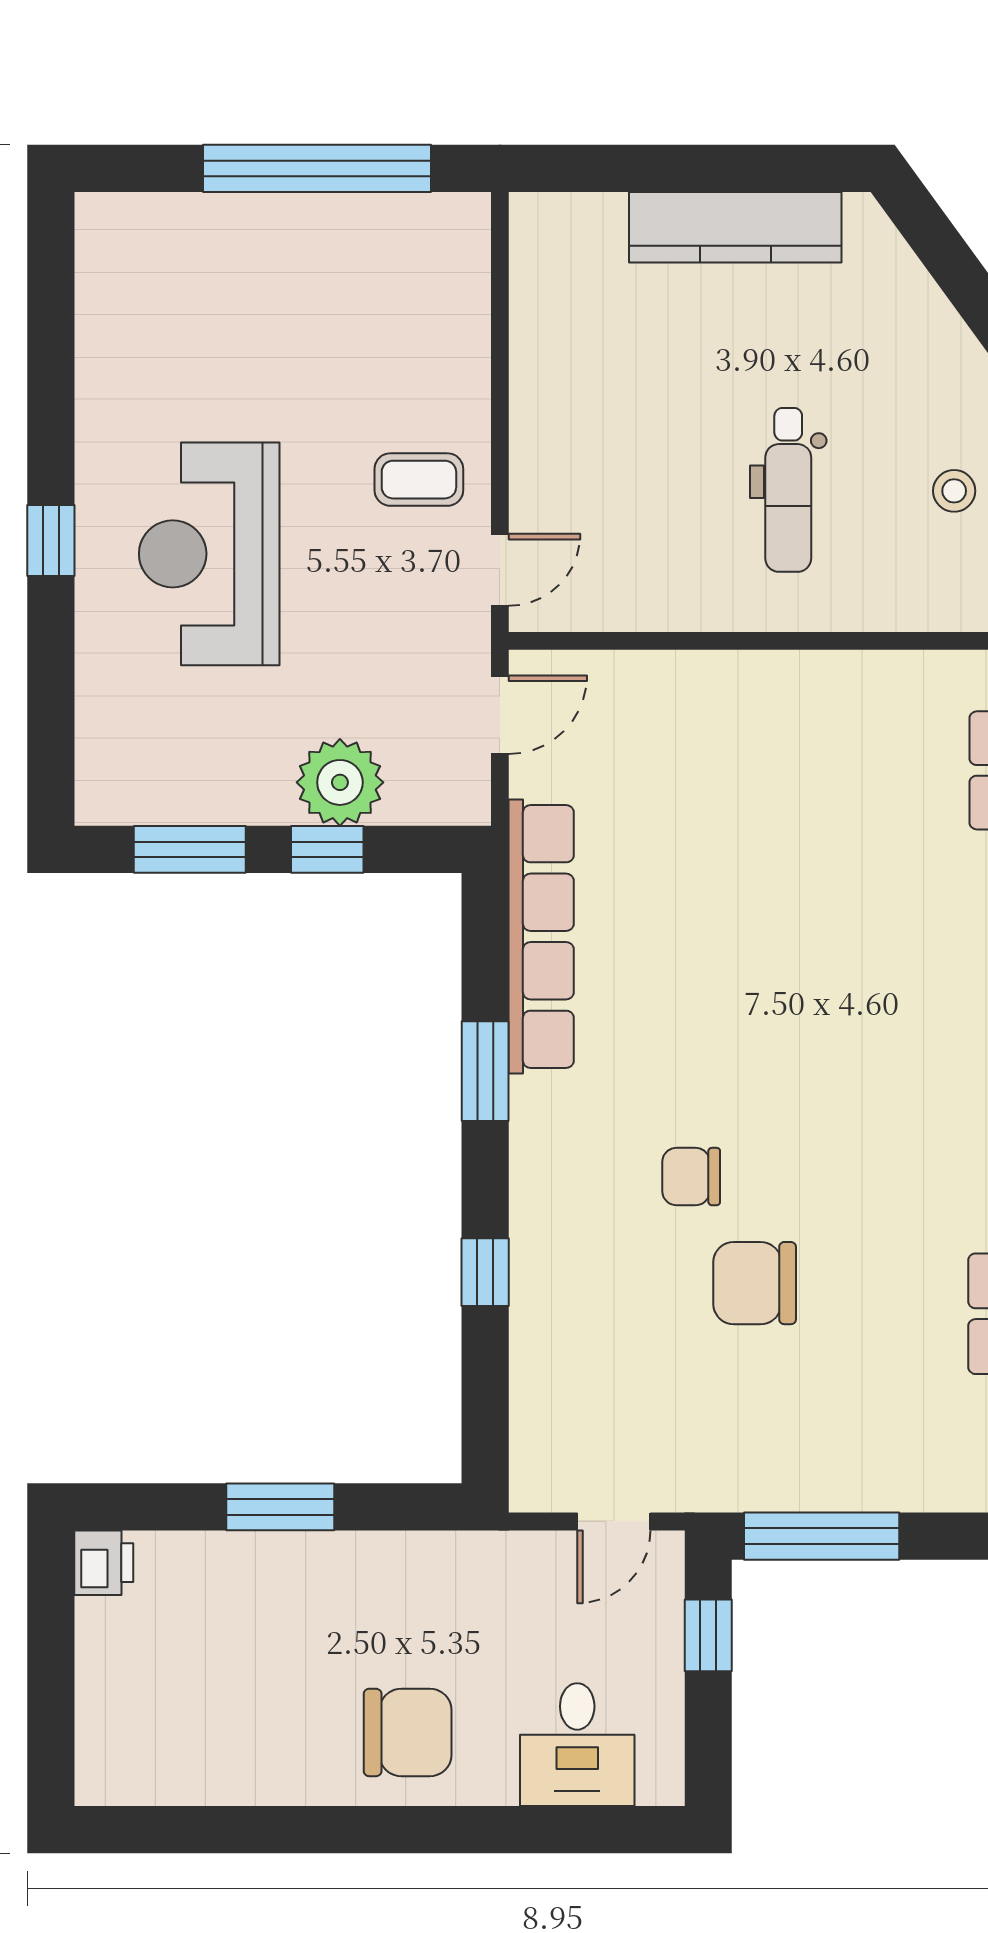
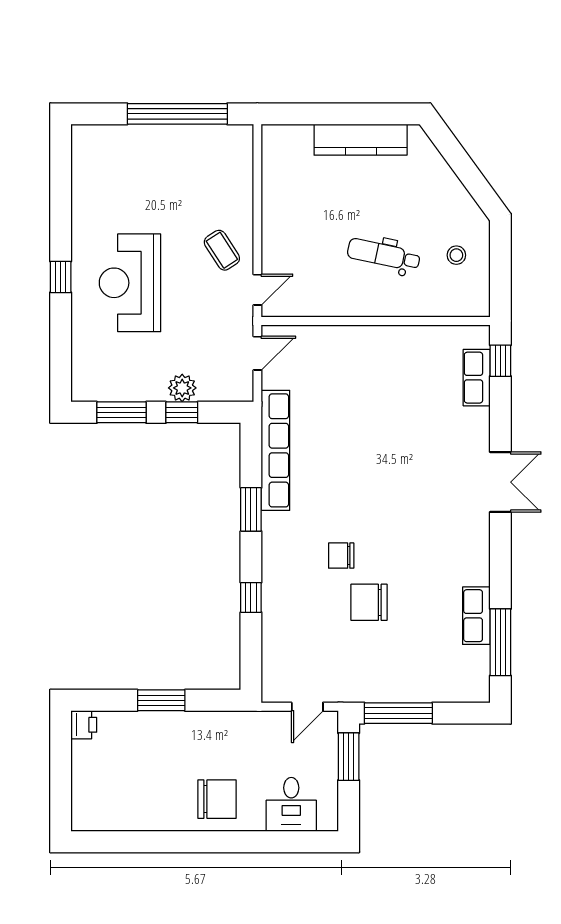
coffee table: (419, 480) -> (222, 250), turned 57
dental chair: (788, 490) -> (384, 255), turned 102
plant: (340, 782) -> (182, 388), width x0.73, depth x0.73
window: (708, 1635) -> (349, 757), width x1.50

